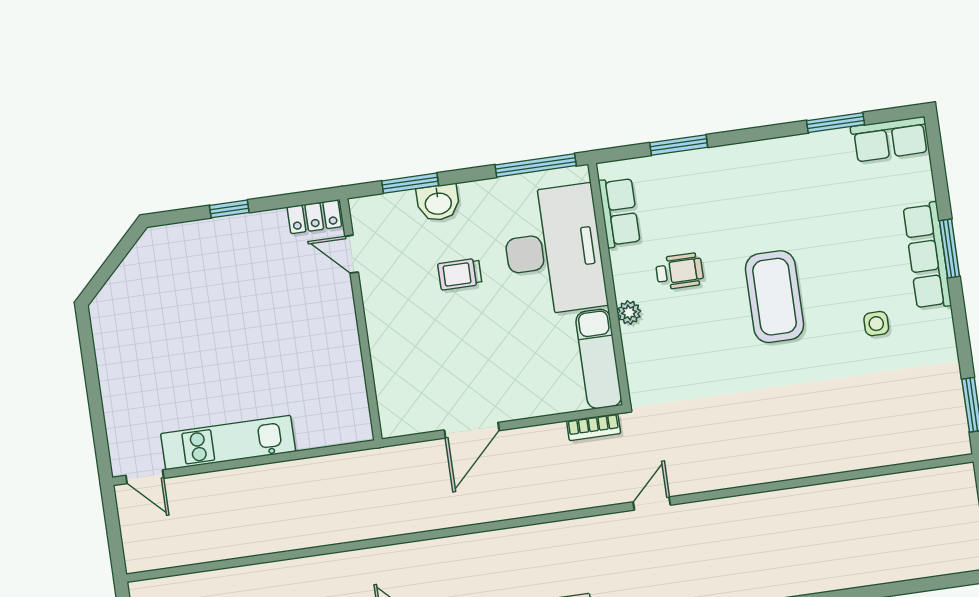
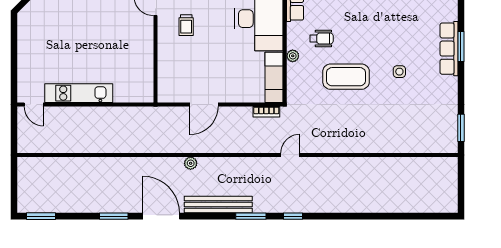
trolley: (460, 274) -> (186, 25), moved, turned -90
coffee table: (775, 297) -> (346, 77), moved, turned 90
side table: (876, 324) -> (399, 72), moved
plant: (462, 547) -> (191, 163), added

